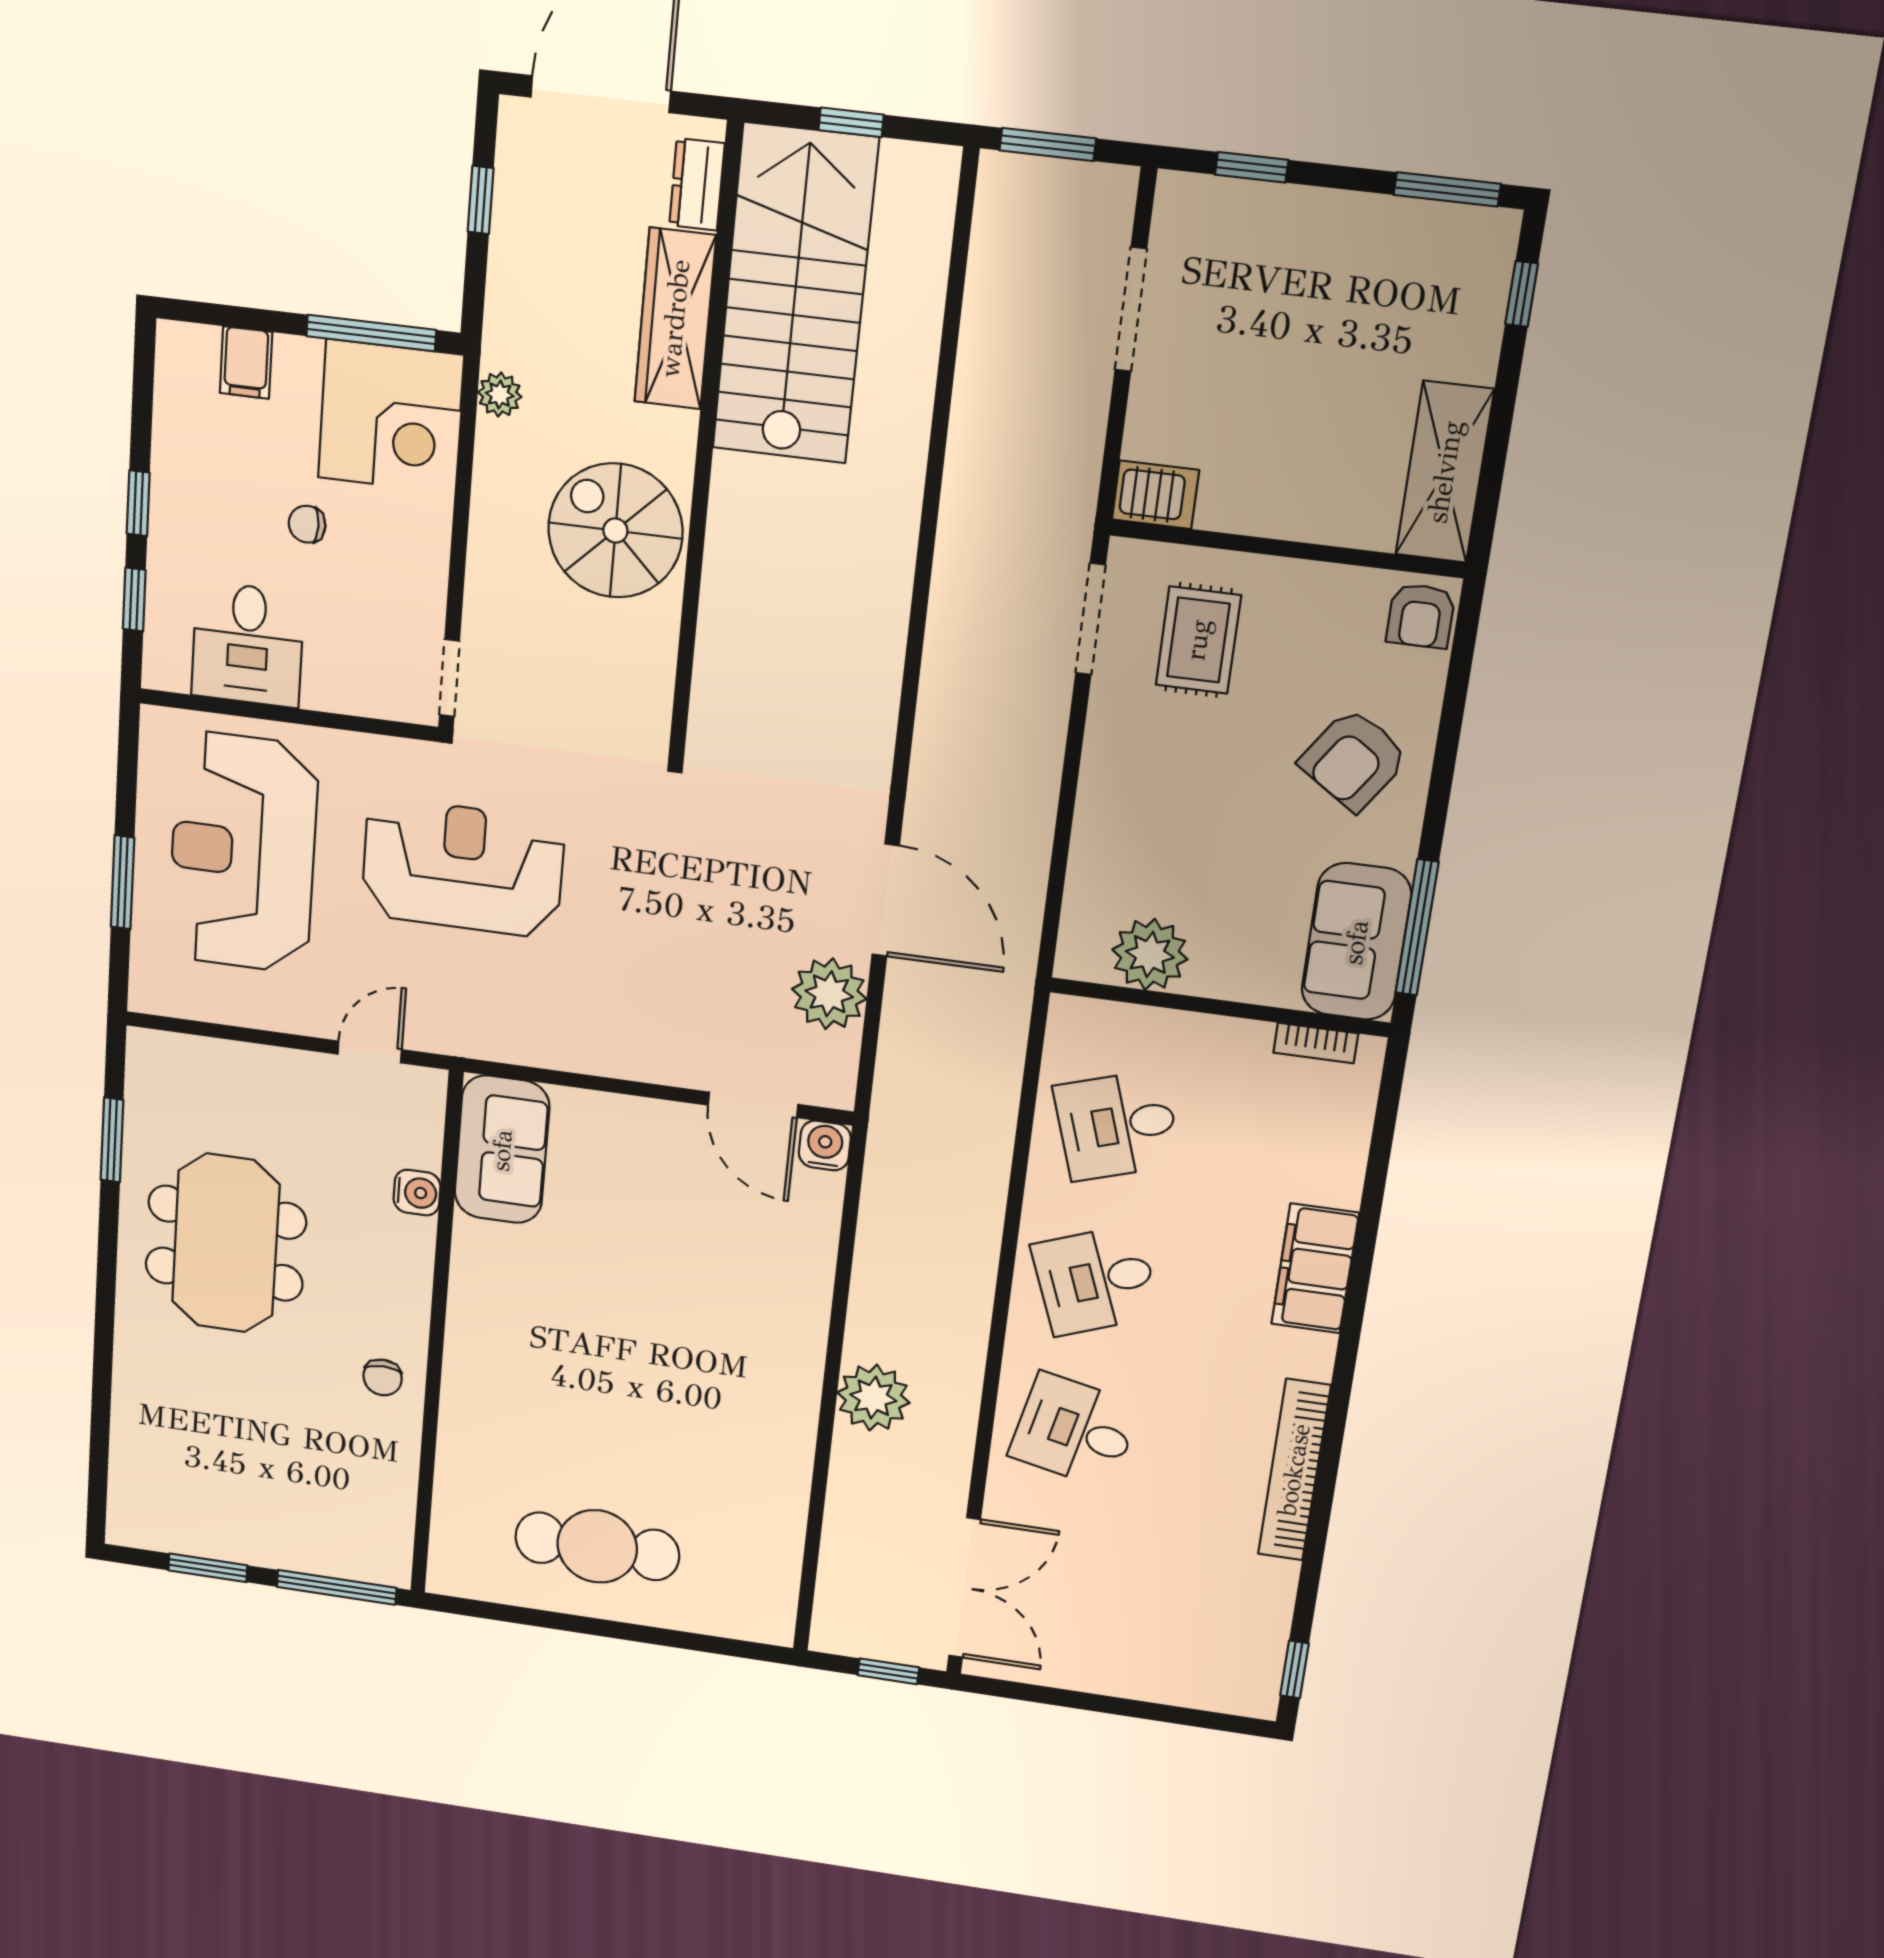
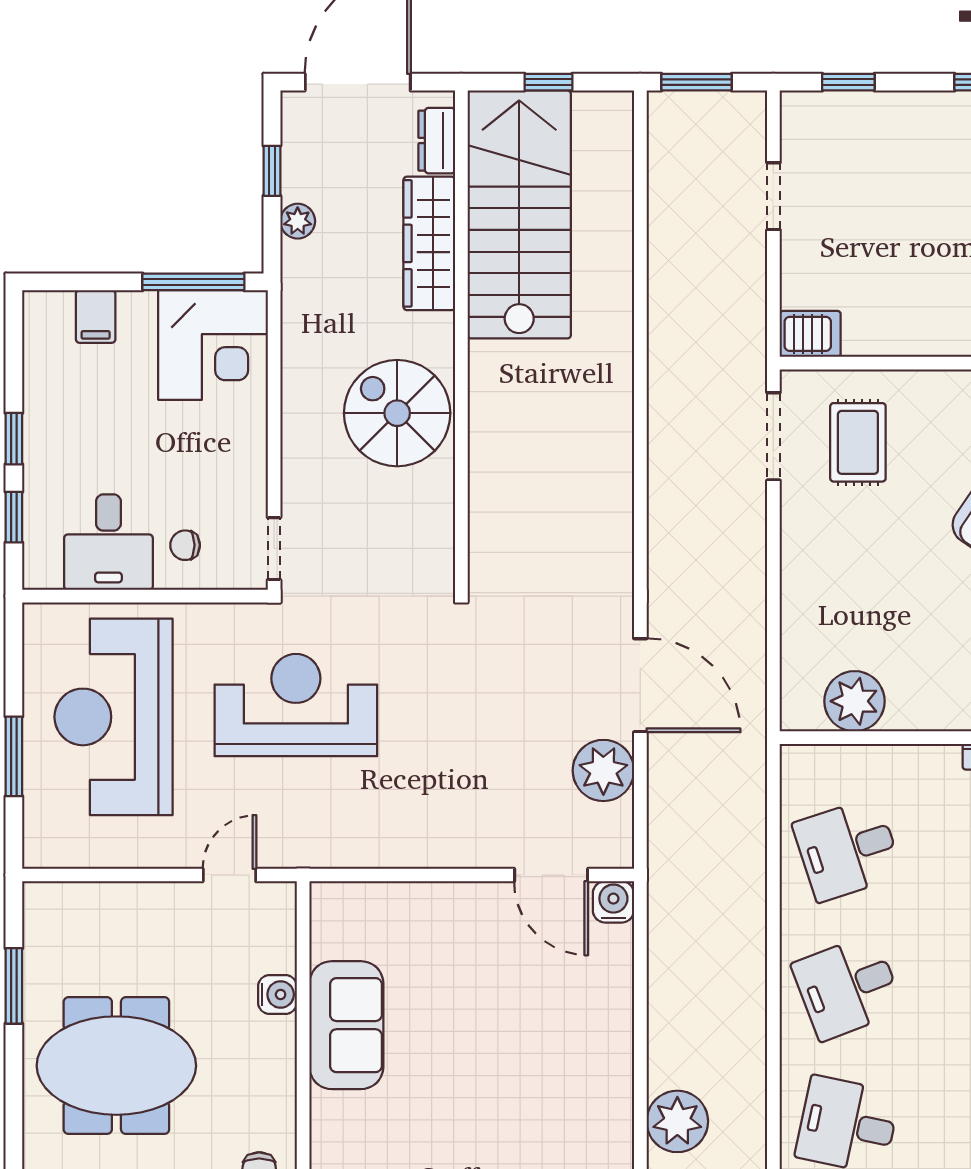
doorway: (1131, 309) -> (773, 196), width x0.73
plant: (500, 395) -> (298, 221), moved
chair: (307, 524) -> (185, 545), moved
sofa: (502, 1150) -> (346, 1025), moved
meeting table: (226, 1243) -> (116, 1066), turned 90

